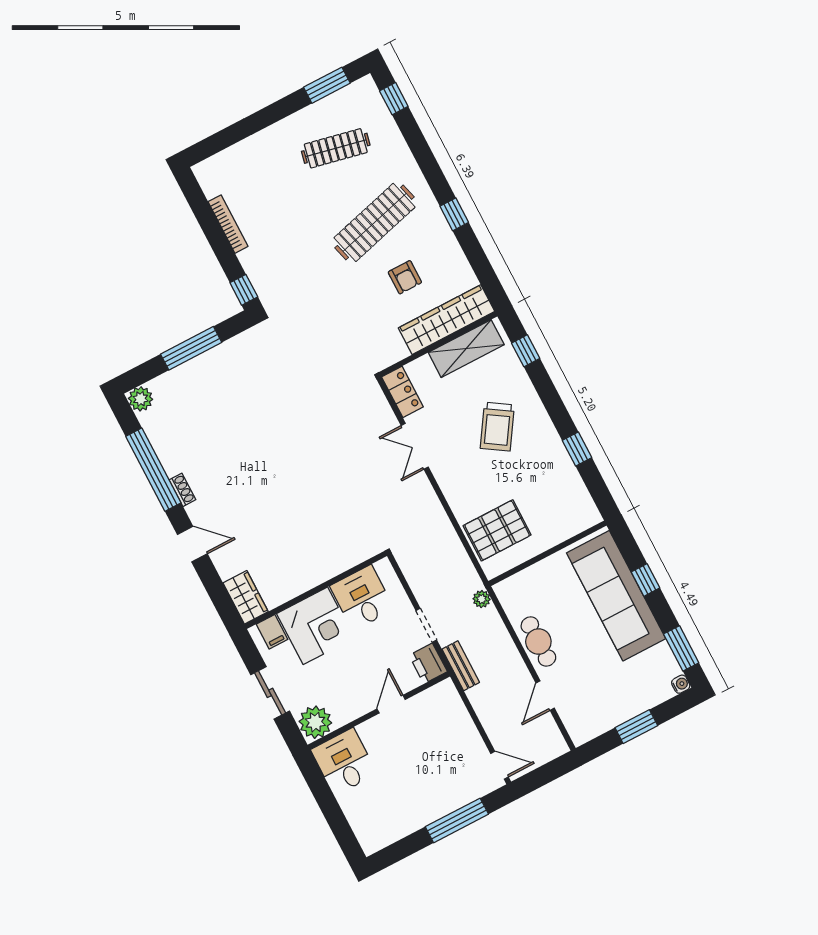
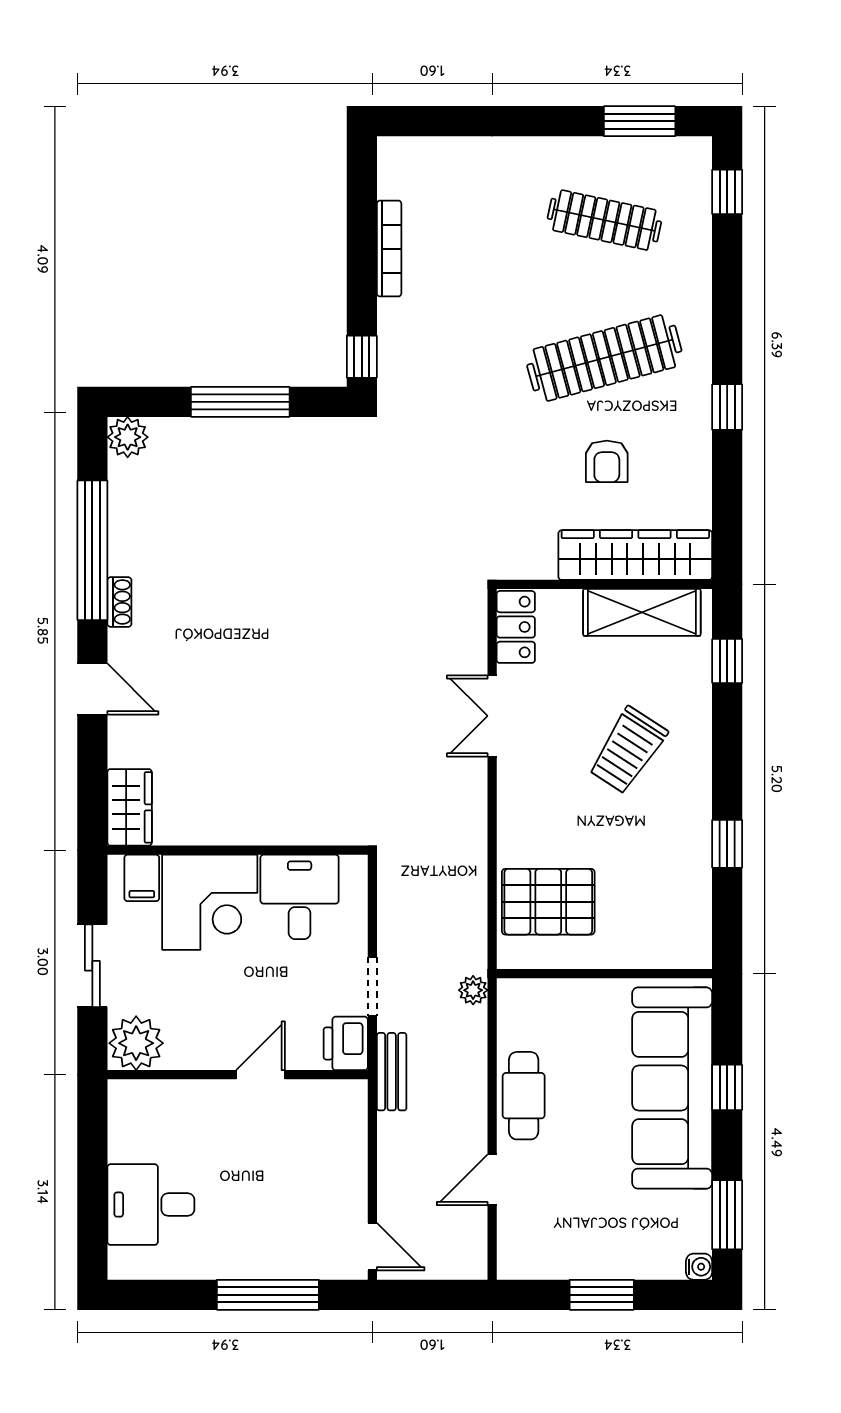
desk: (344, 762) -> (151, 1205), moved, turned -90

